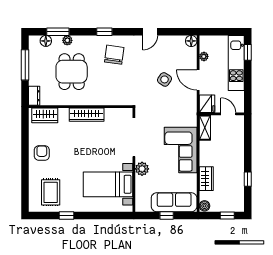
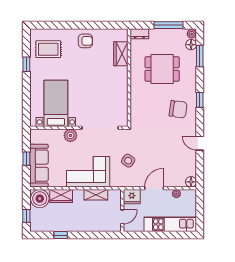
plant: (67, 40) -> (192, 34), moved
window: (248, 52) -> (180, 235), removed
side table: (164, 79) -> (128, 161), moved
wardrobe: (45, 115) -> (121, 54), moved
wardrobe: (87, 115) -> (122, 83), removed
shelving: (205, 128) -> (96, 195), moved
boiler: (204, 206) -> (40, 199), width x1.86, depth x1.86

